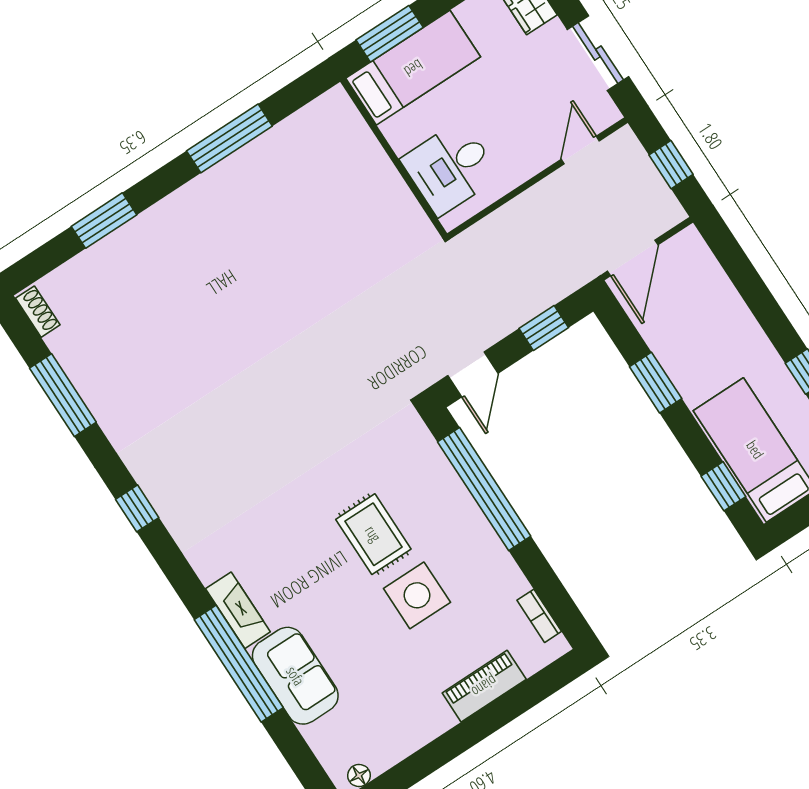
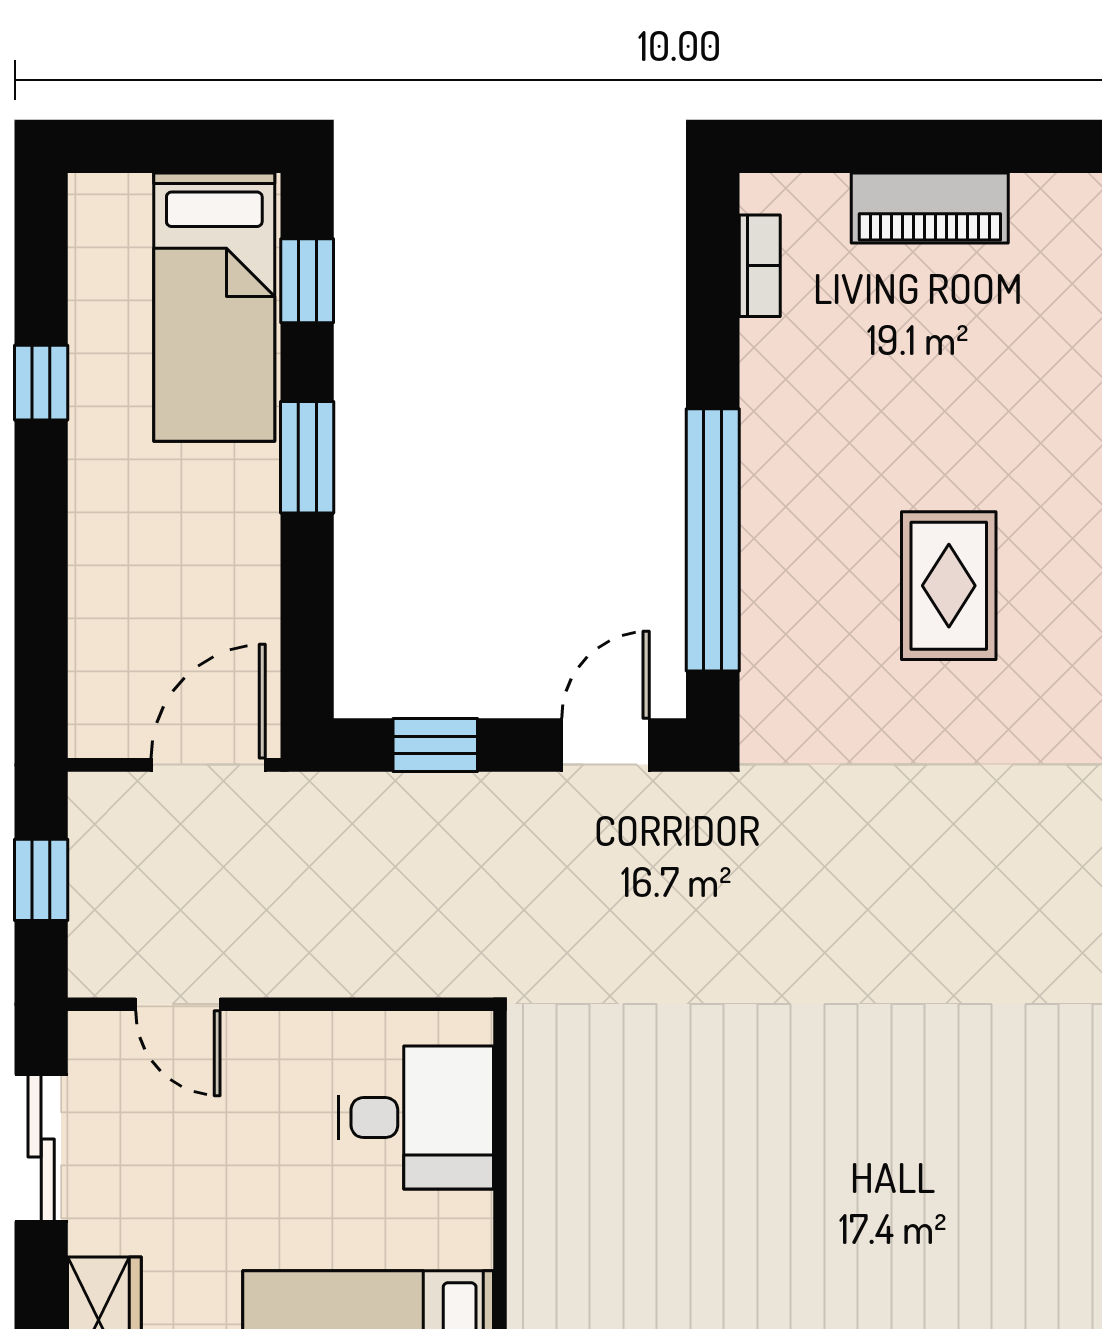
door: (580, 150) -> (178, 1004), hinge flipped
window: (656, 383) -> (307, 457), moved
side table: (417, 595) -> (943, 435), removed

